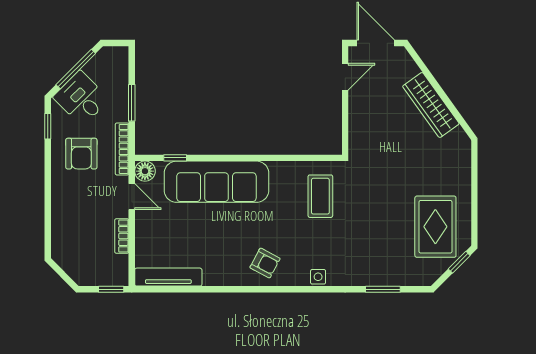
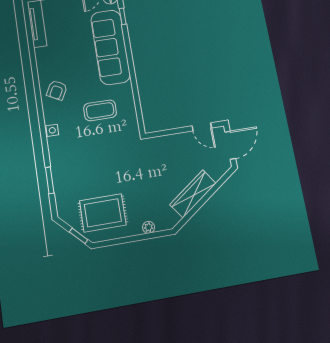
plant: (464, 171) -> (149, 227), added
coffee table: (320, 196) -> (100, 110), moved

